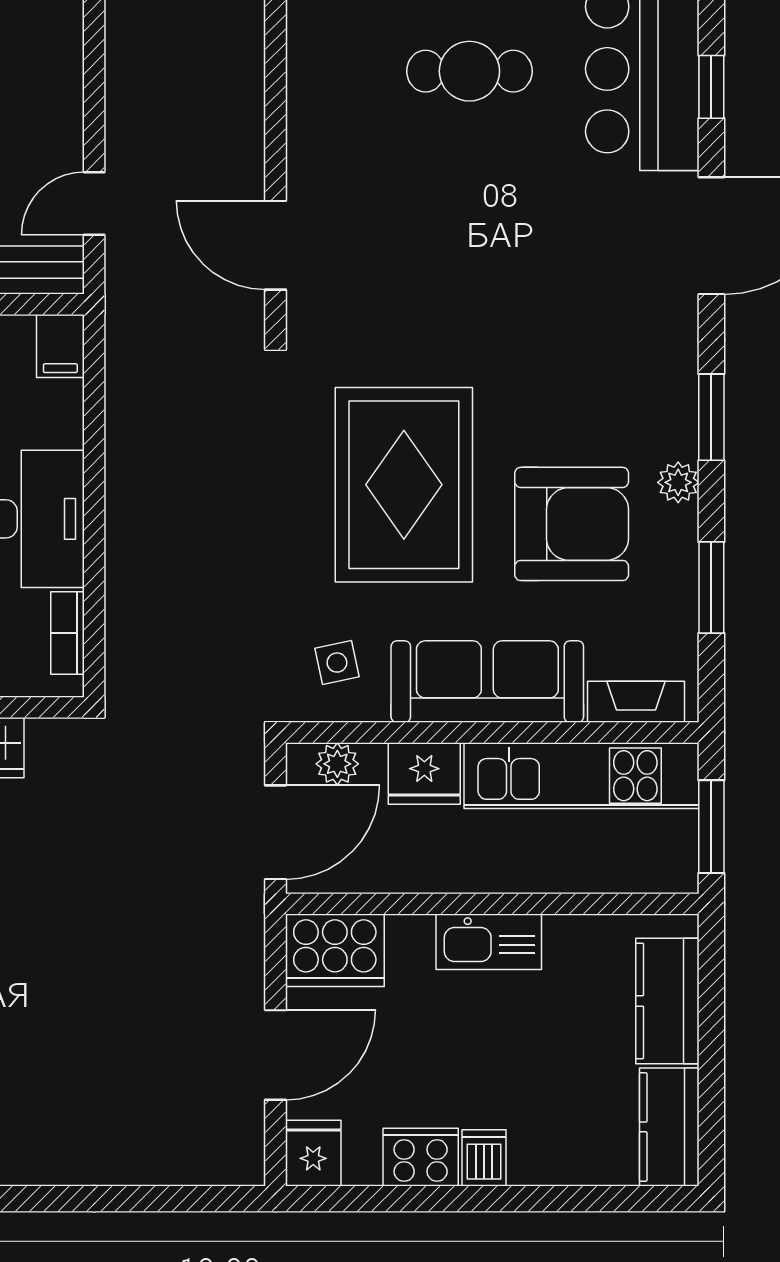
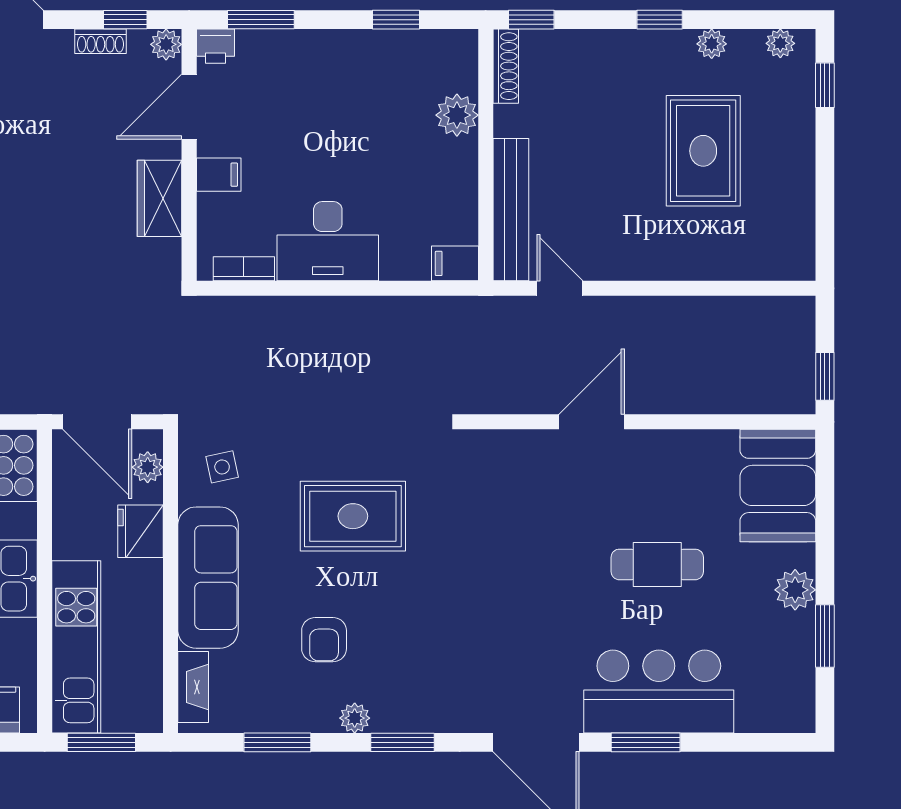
cafe table: (469, 71) -> (657, 564), turned 90
window: (711, 87) -> (646, 742), width x1.50
door: (276, 245) -> (592, 422), moved
rug: (404, 485) -> (353, 516), width x0.73, depth x0.69
armchair: (572, 524) -> (324, 640), width x0.53, depth x0.53
kitchen unit: (581, 776) -> (76, 647), moved, turned 180

